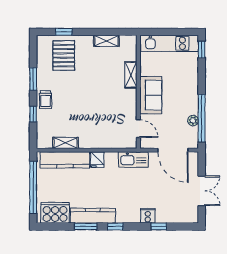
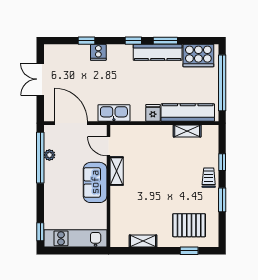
pallet: (64, 56) -> (189, 225), turned 90
shelving: (131, 75) -> (117, 171), moved

